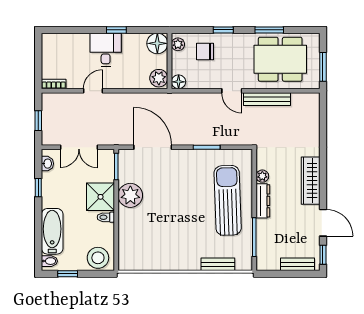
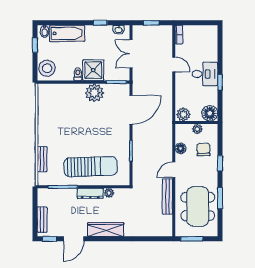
plant: (178, 44) -> (197, 129), moved
floor lamp: (179, 82) -> (181, 148), moved

